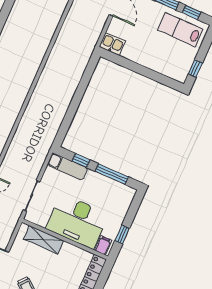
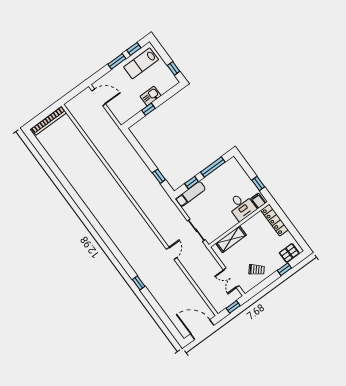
kitchen sink: (112, 44) -> (151, 96), moved
window: (134, 67) -> (148, 109), added
window: (67, 121) -> (159, 176), added
desk: (77, 221) -> (242, 206), width x0.53, depth x0.77

